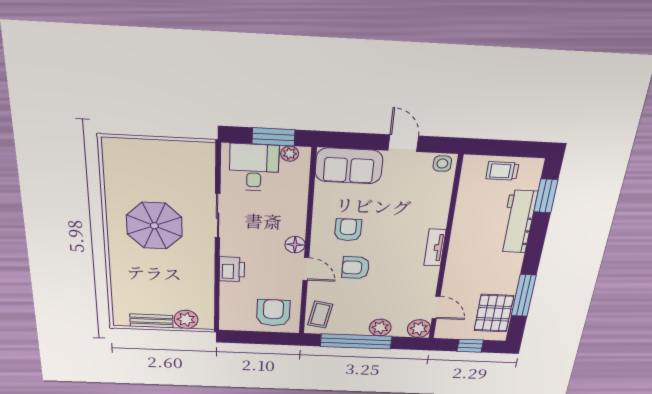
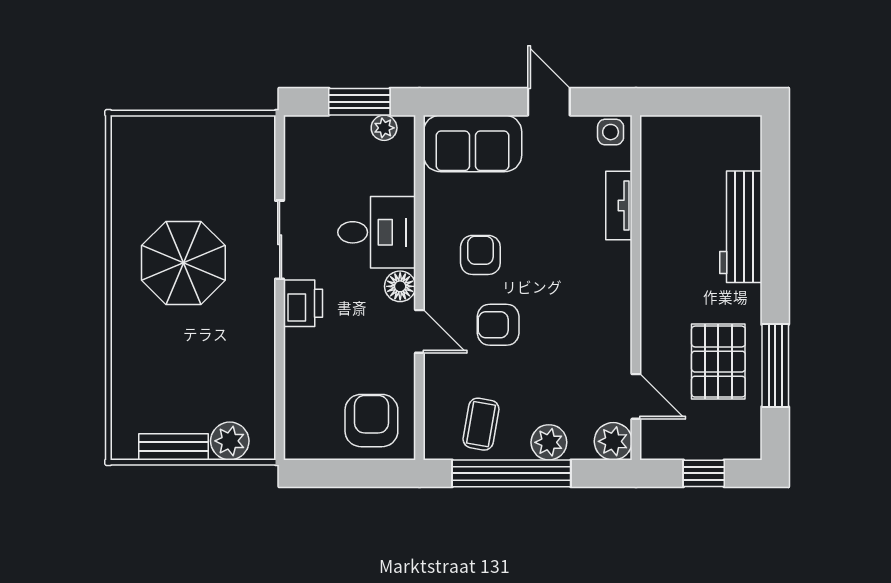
desk: (254, 168) -> (377, 232), moved, turned 90
trolley: (502, 171) -> (702, 140), removed
window: (546, 196) -> (775, 179), removed
tv unit: (435, 248) -> (619, 206), moved
printer: (232, 269) -> (303, 303), moved
pallet: (494, 313) -> (718, 362), moved
coffee table: (320, 315) -> (481, 424), moved

